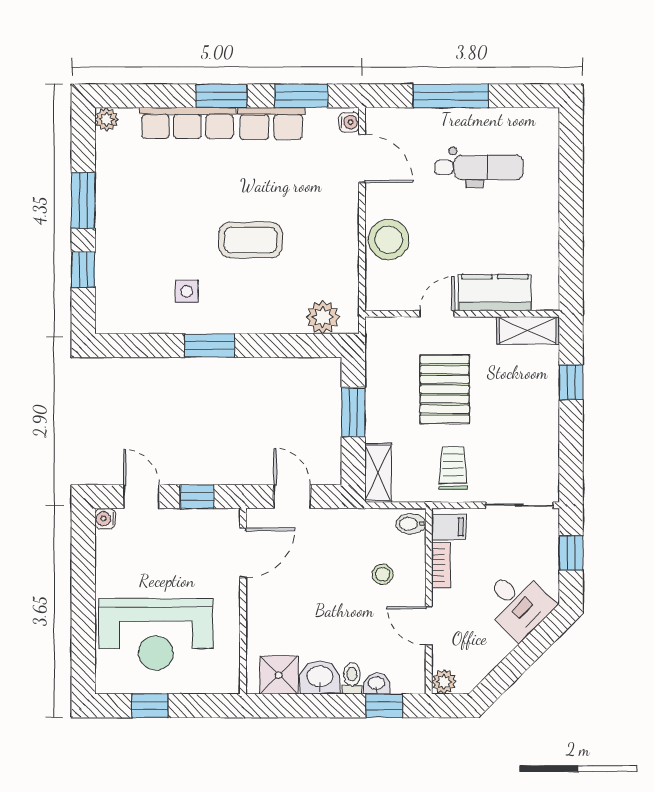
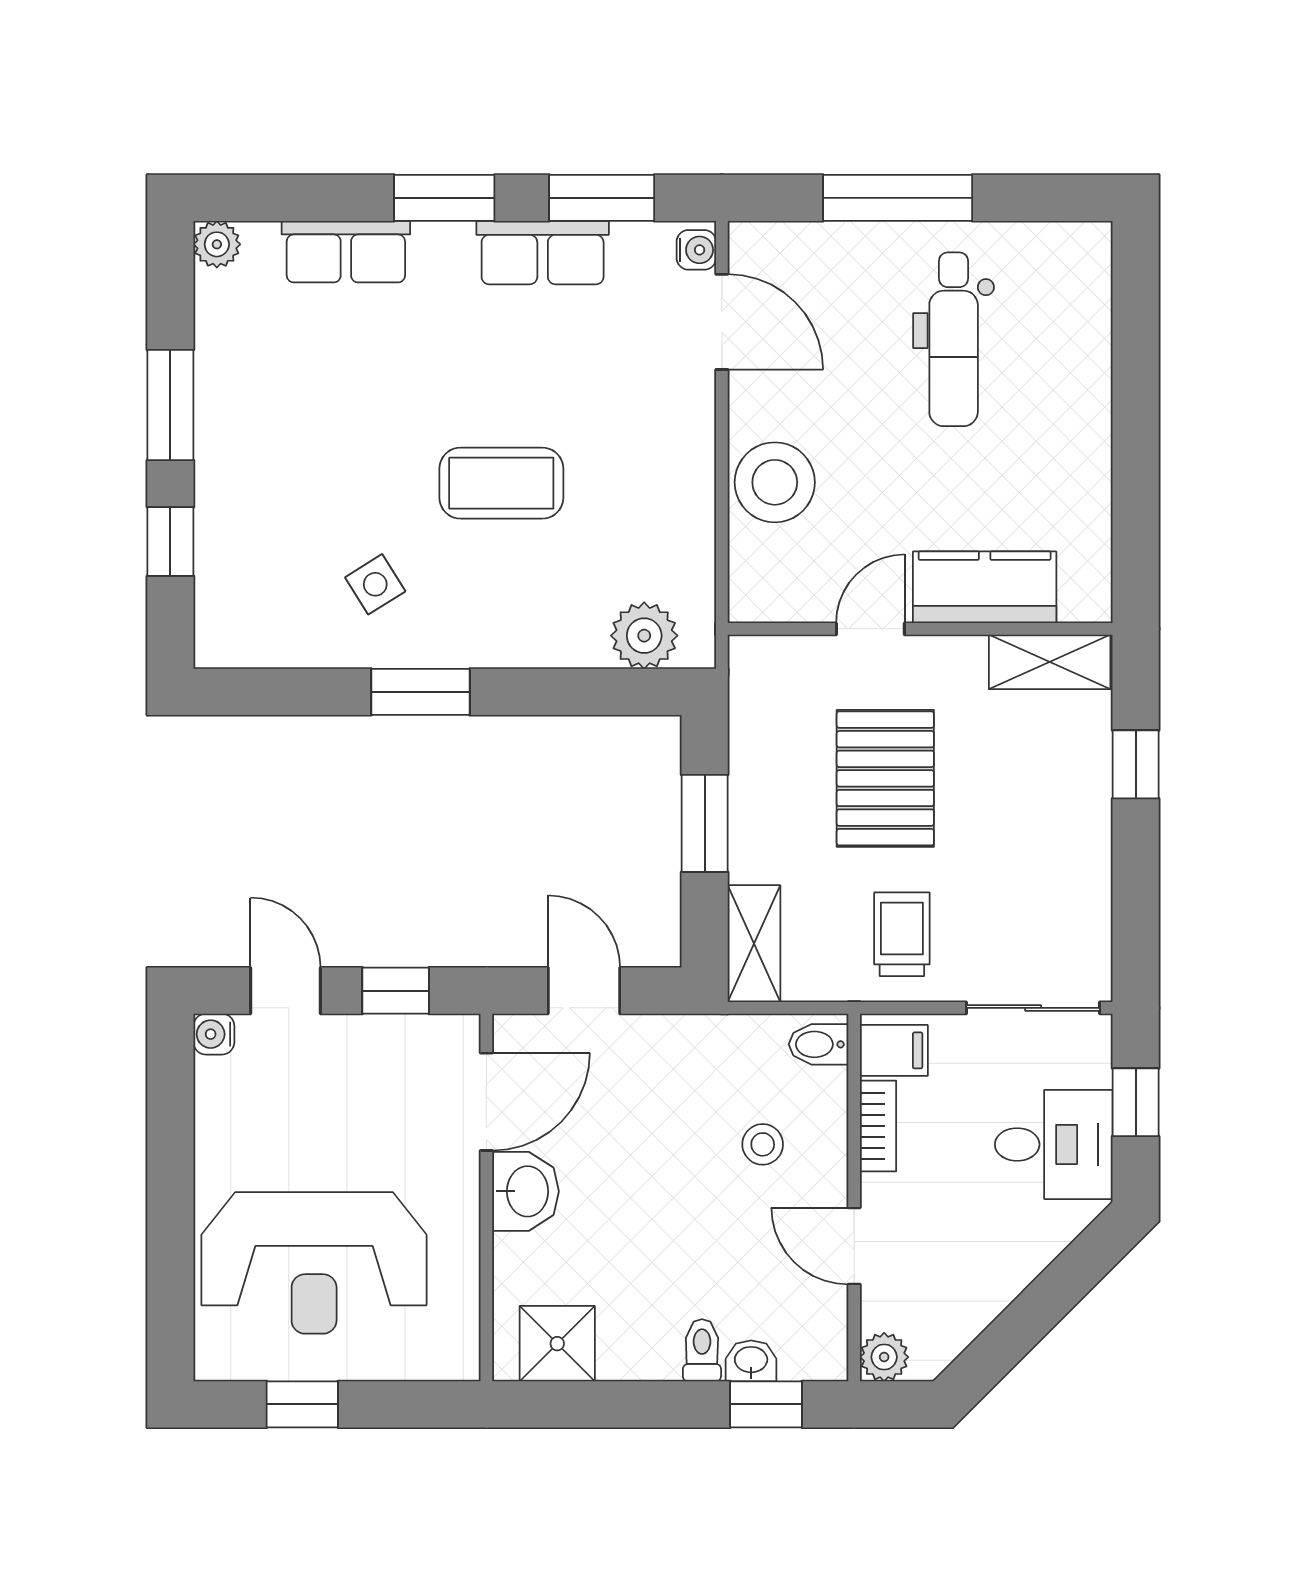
row of seats: (187, 123) -> (346, 252), width x0.68
dental chair: (479, 167) -> (954, 339), turned 90
side table: (187, 291) -> (375, 584), turned -32
desk: (518, 603) -> (1054, 1144), moved, turned -45
washbasin: (320, 677) -> (525, 1191), moved, turned 90

